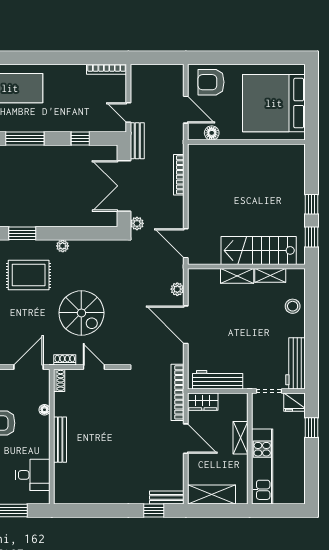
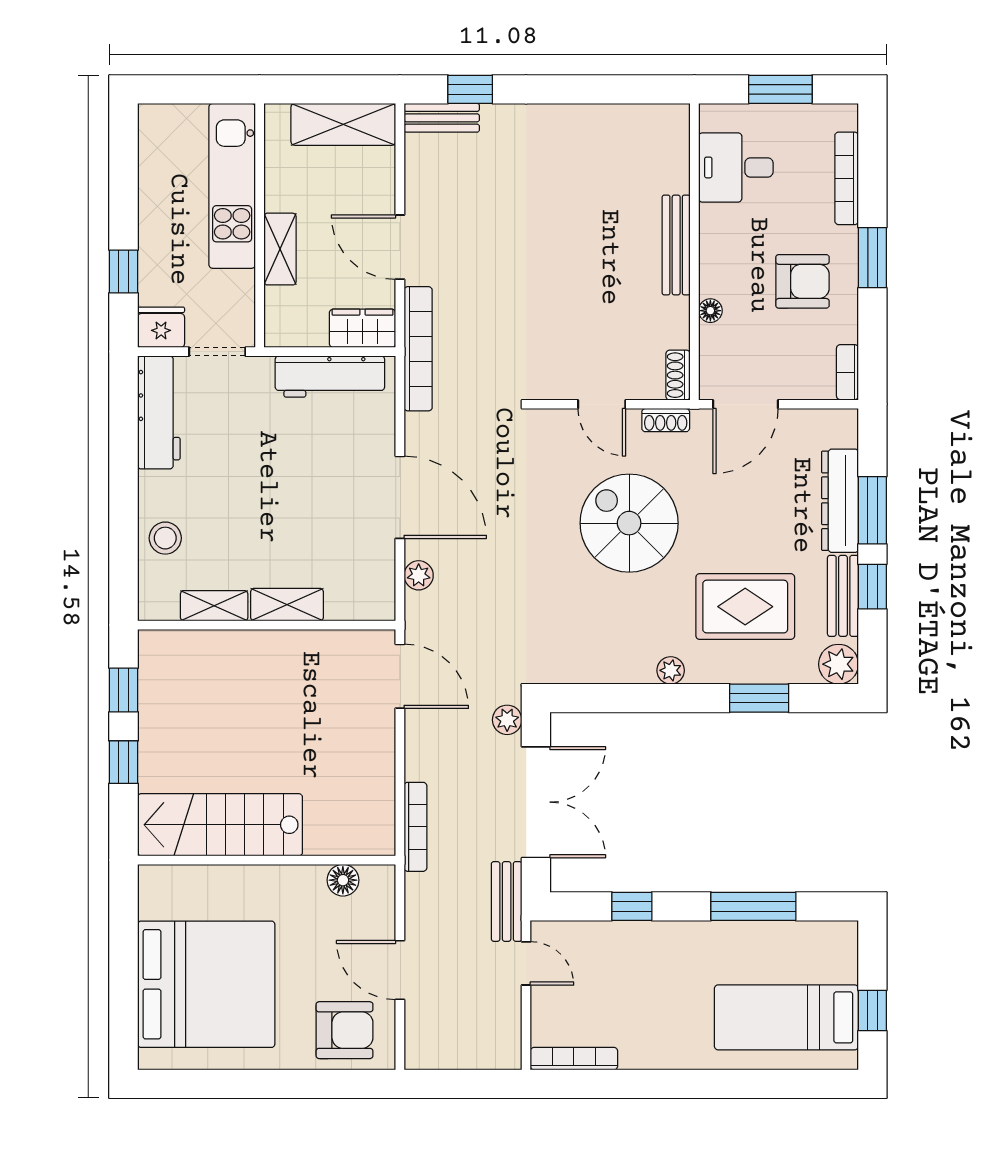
floor lamp: (212, 133) -> (343, 880), moved
wall: (246, 142) -> (267, 860), moved
stairs: (259, 250) -> (220, 825), moved, turned 180

